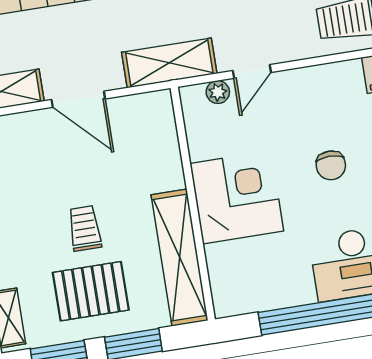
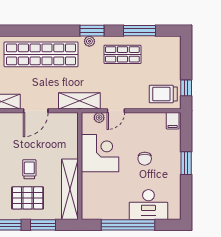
door: (78, 99) -> (36, 111), hinge flipped
corner desk: (237, 197) -> (100, 153), moved

